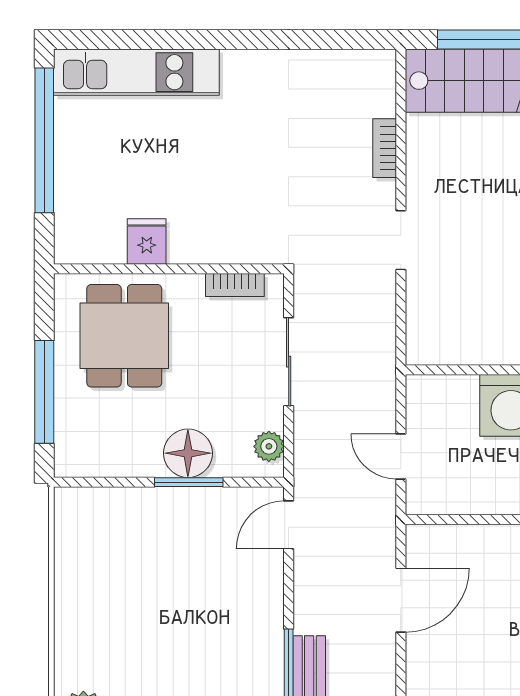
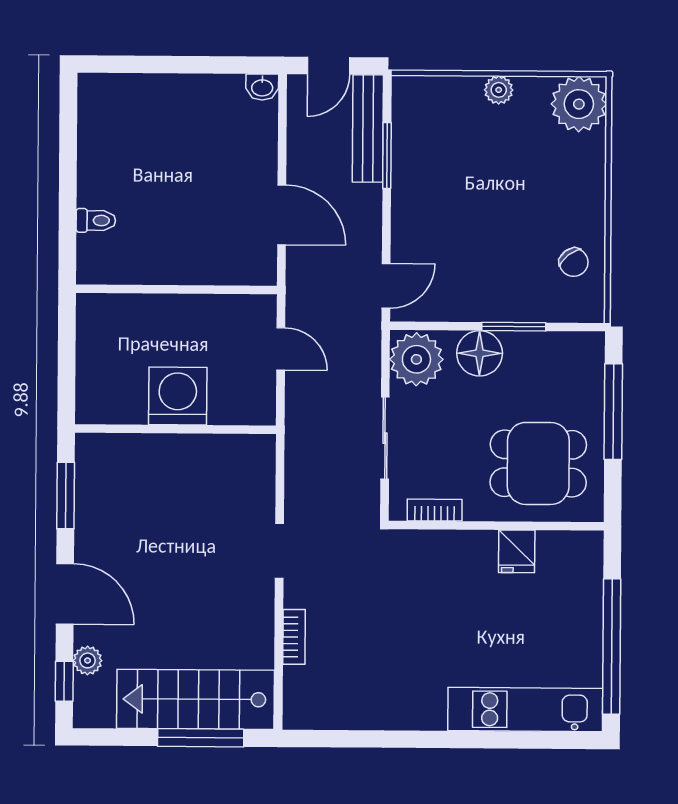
dining table: (124, 336) -> (538, 463), turned 90
plant: (269, 446) -> (416, 359), width x1.88, depth x1.88
window: (189, 482) -> (514, 327), moved
chair: (88, 551) -> (574, 262), added
door: (401, 600) -> (282, 215), swing flipped

